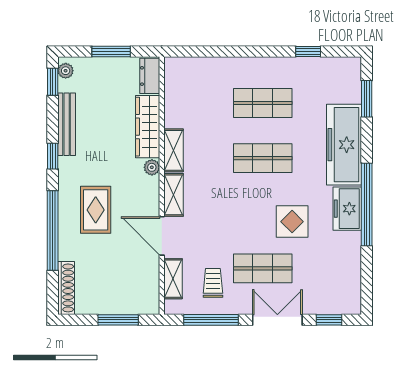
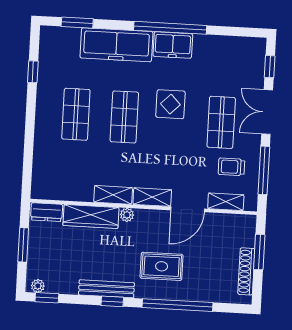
bench: (67, 124) -> (106, 289), moved
display table: (292, 222) -> (170, 104), moved
shoe rack: (66, 288) -> (246, 271), moved, turned -90

